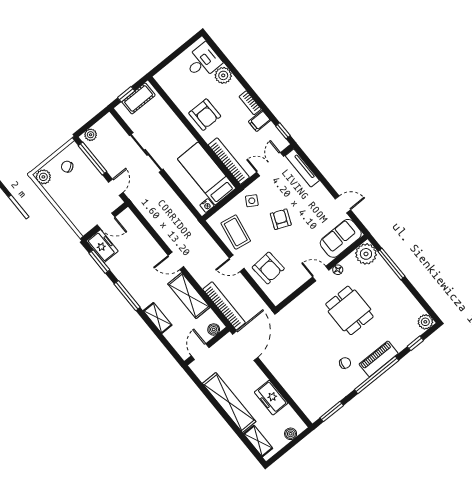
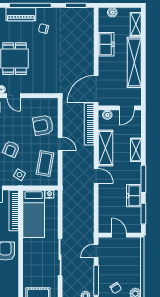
freezer: (102, 246) -> (134, 196), moved
armchair: (268, 268) -> (43, 125), turned -96

